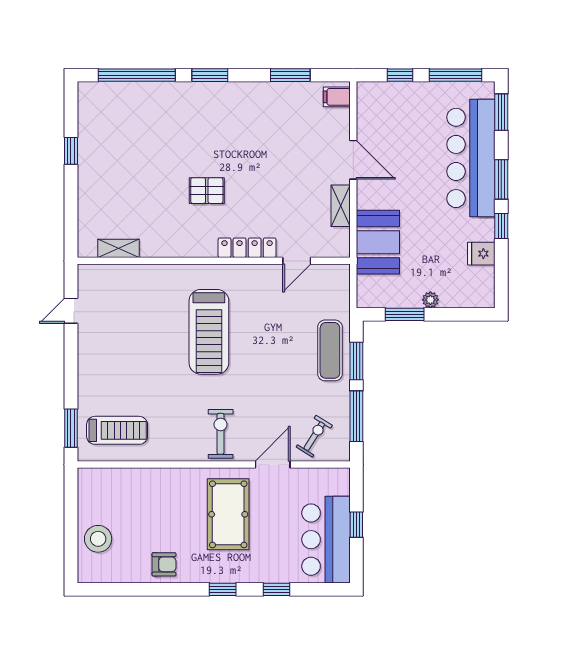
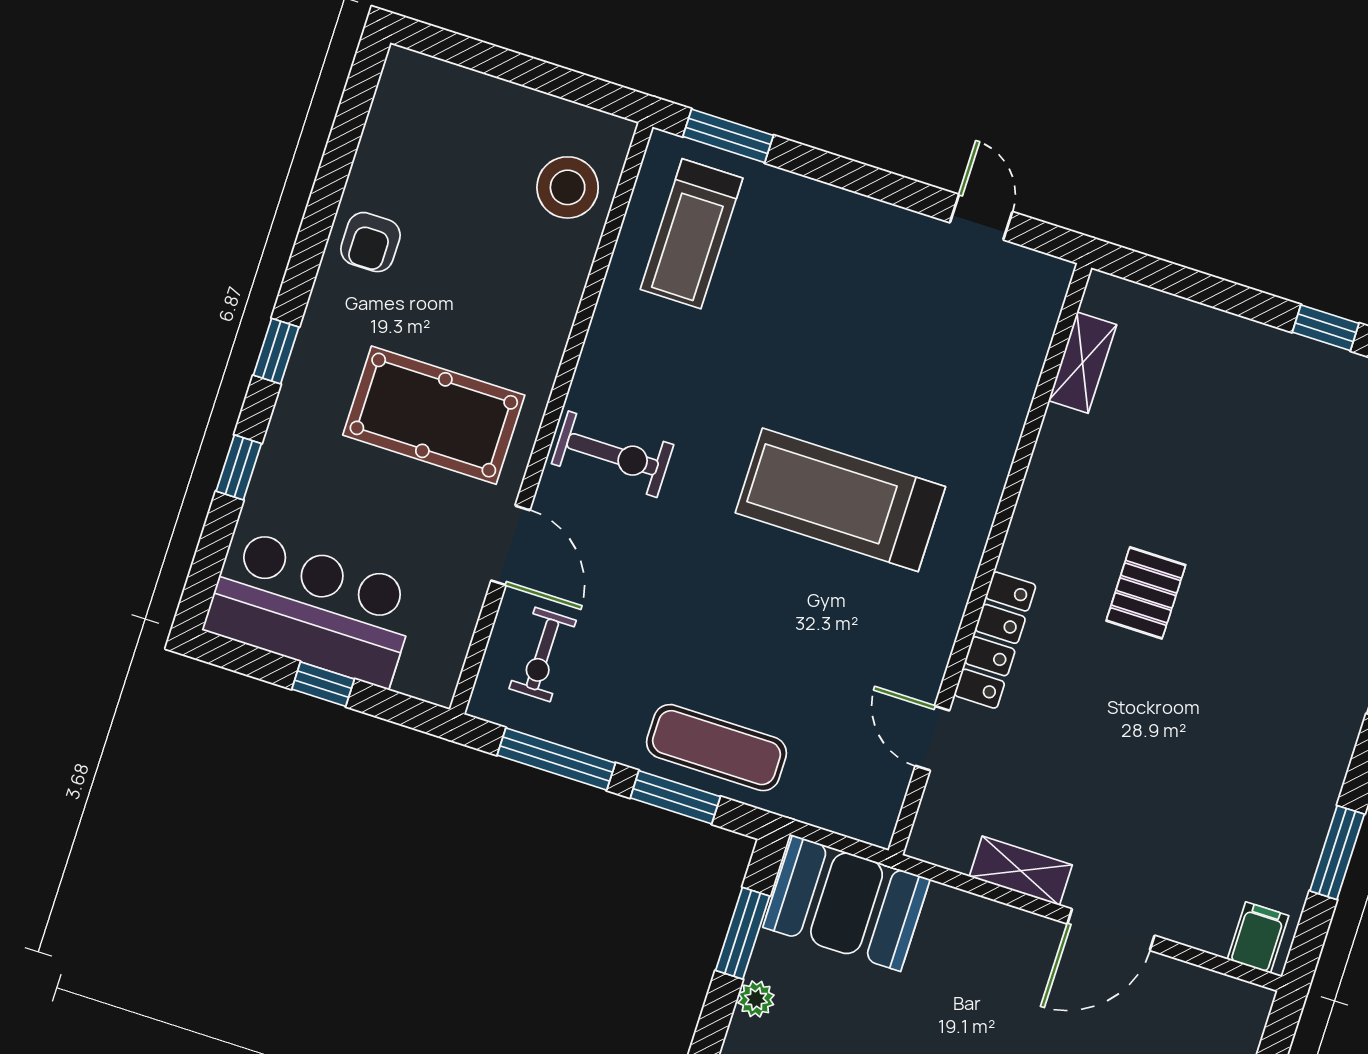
booth: (378, 242) -> (847, 903), moved
exercise bike: (314, 436) -> (543, 654), turned 58
stool: (98, 539) -> (568, 187), moved

